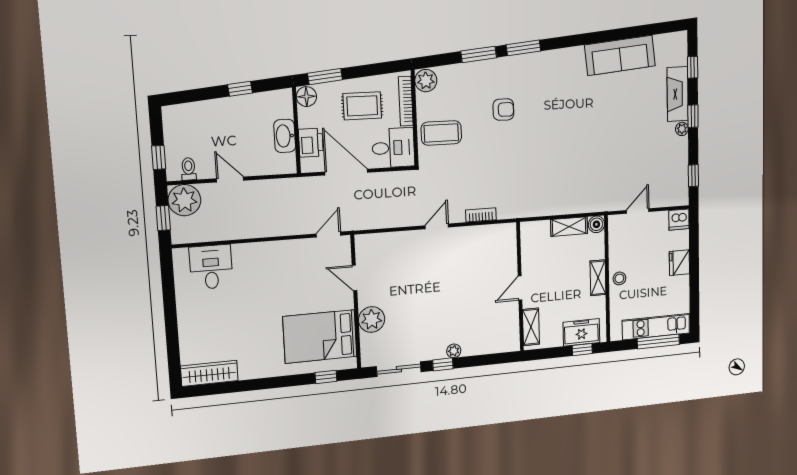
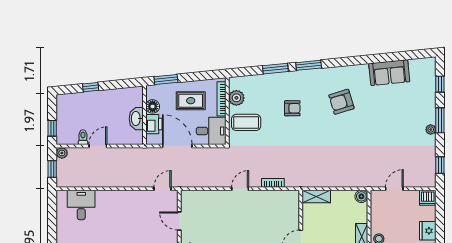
sofa: (620, 55) -> (389, 73), width x0.73
plant: (426, 81) -> (236, 98), moved
window: (240, 89) -> (91, 87), moved
fireplace: (678, 94) -> (428, 103), removed
floor lamp: (306, 97) -> (153, 106), moved
armchair: (568, 97) -> (341, 102), added
window: (693, 116) -> (440, 120), width x1.50
toilet: (189, 169) -> (83, 137), moved
door: (230, 180) -> (98, 146), hinge flipped
plant: (184, 200) -> (62, 153), width x0.53, depth x0.53
shelving: (569, 227) -> (316, 196), moved

